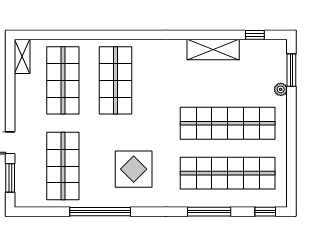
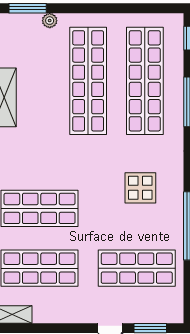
display table: (134, 169) -> (140, 188), width x0.73, depth x0.73

